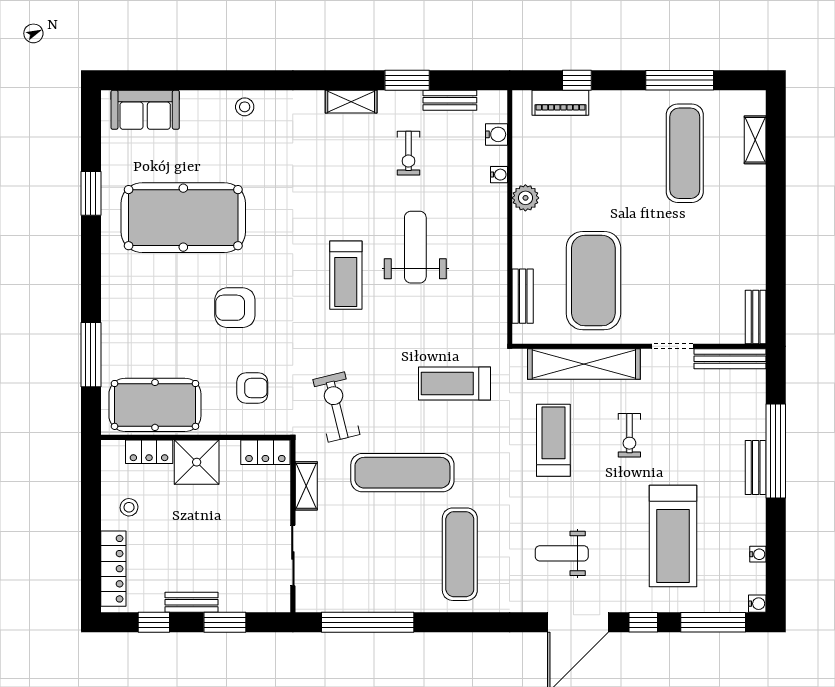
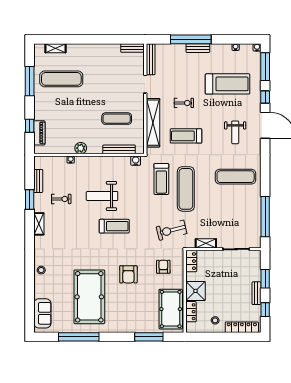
water cooler: (496, 134) -> (136, 161), moved
window: (91, 193) -> (79, 337), width x2.11
exercise mat: (593, 281) -> (117, 119), width x0.50, depth x0.69
bench: (523, 296) -> (119, 149), width x1.36
exercise mat: (402, 473) -> (186, 189), moved

